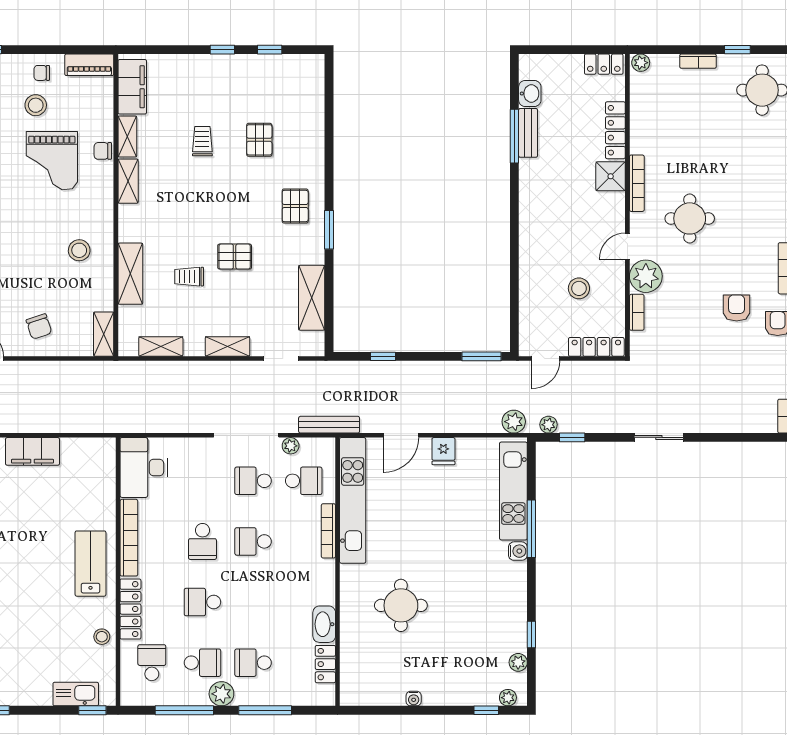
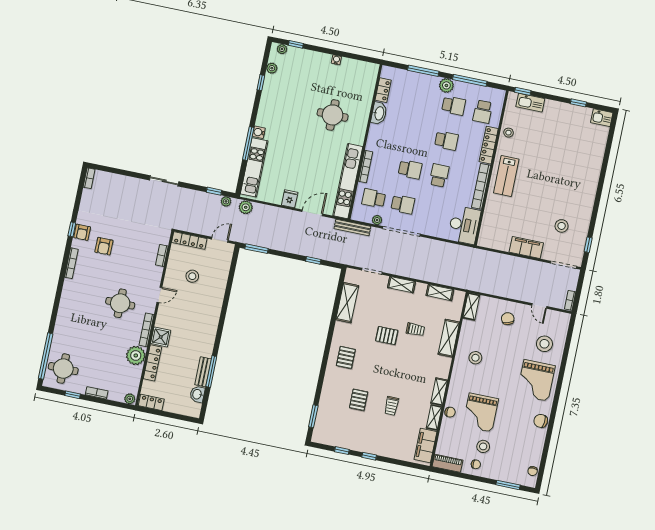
grand piano: (52, 161) -> (480, 413), turned 180
window: (329, 230) -> (313, 416), moved
plant: (646, 276) -> (136, 355), moved
school desk: (202, 663) -> (454, 106), turned 180
school desk: (253, 663) -> (424, 100), removed

